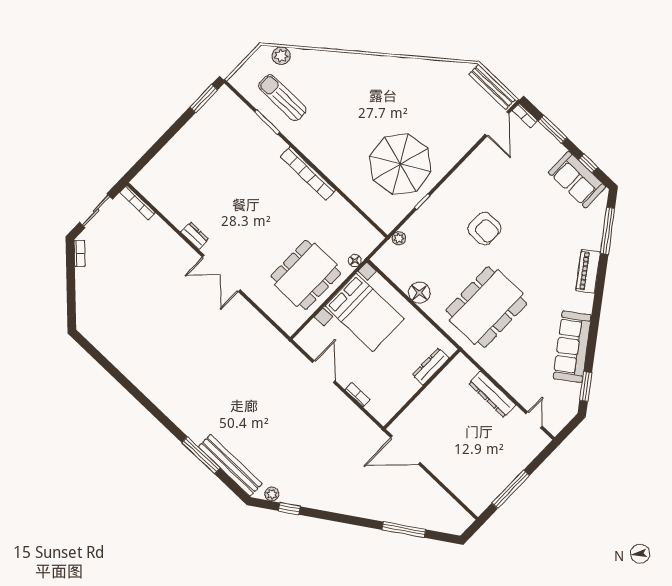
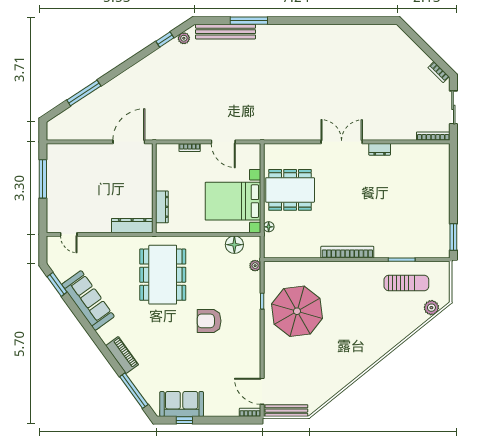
window: (553, 129) -> (225, 420), removed
dining table: (306, 275) -> (290, 190), turned 90
floor lamp: (419, 293) -> (234, 245), moved
dresser: (492, 394) -> (132, 226), moved

